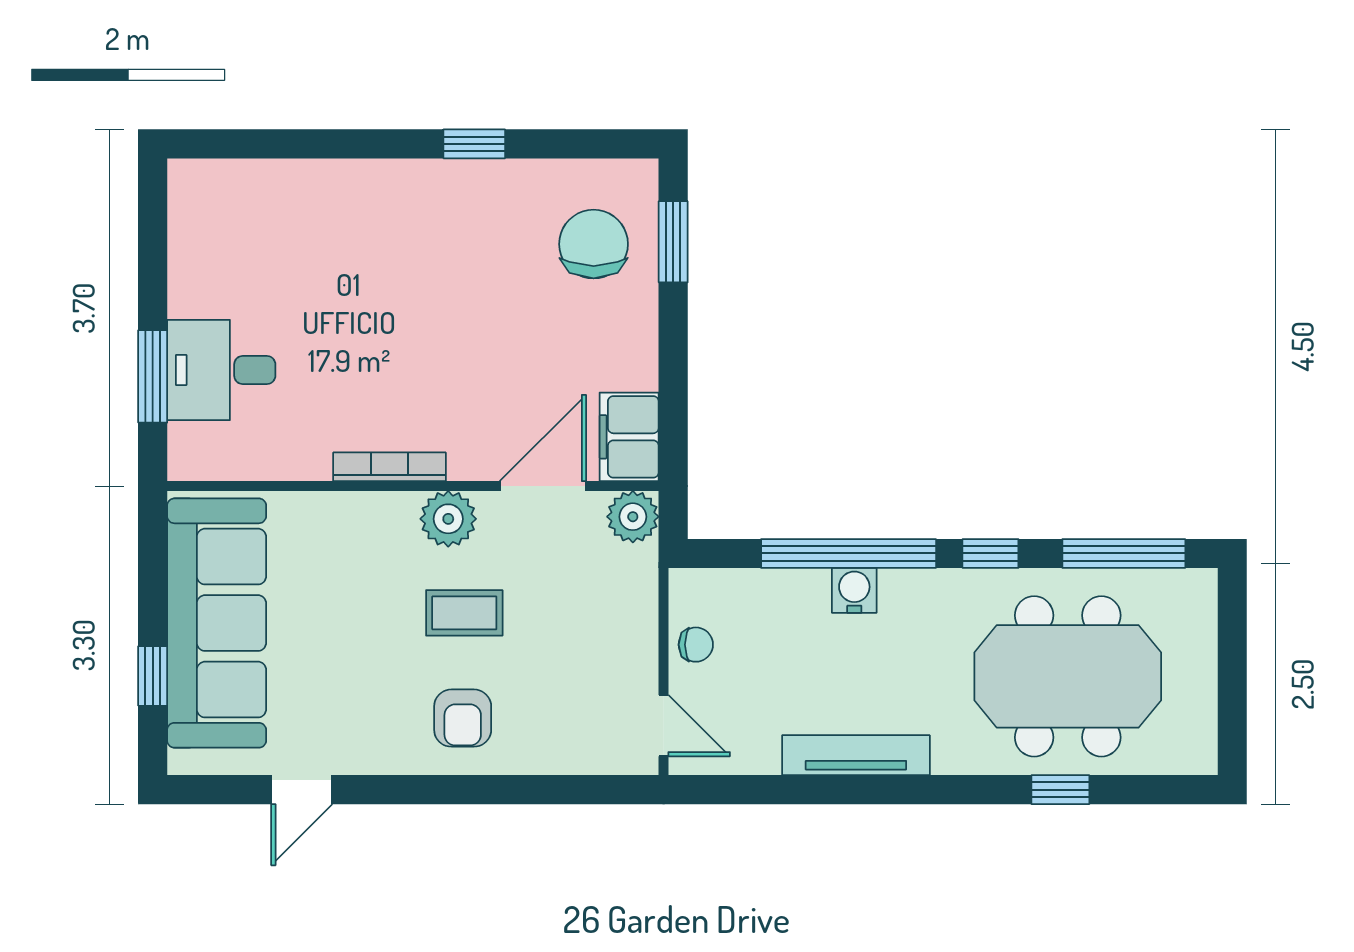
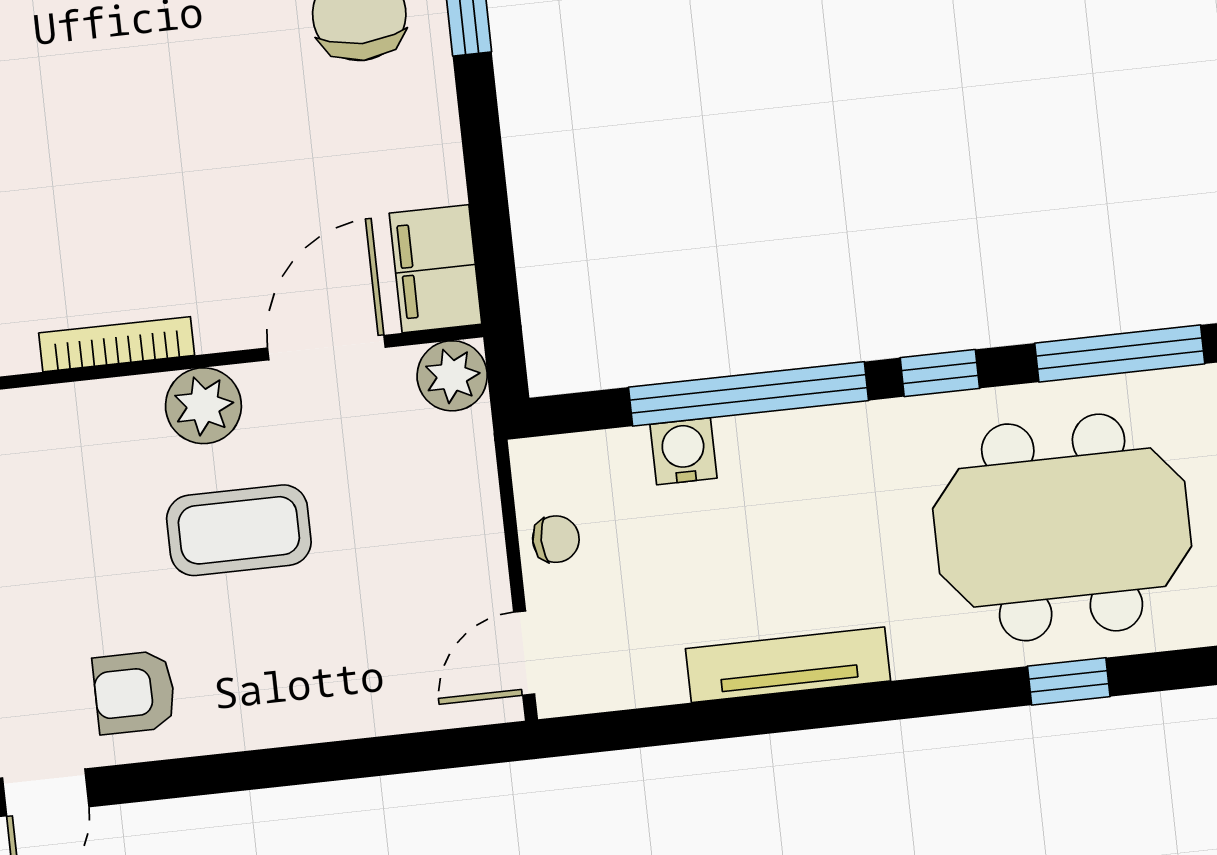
water cooler: (854, 590) -> (683, 451), moved
coffee table: (464, 613) -> (239, 530), width x1.36, depth x1.30
armchair: (463, 718) -> (134, 692), moved, turned 90
door: (664, 726) -> (524, 653), swing flipped

